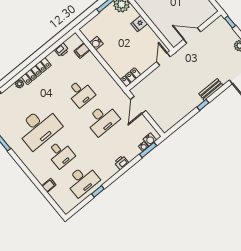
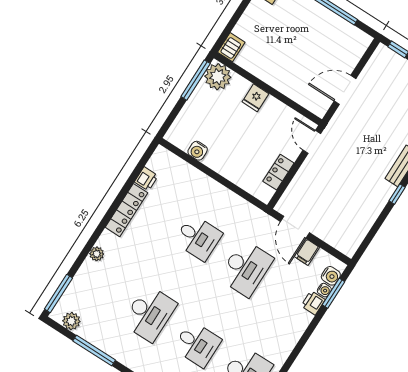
filing cabinet: (82, 51) -> (307, 252), moved
locker: (36, 71) -> (127, 210), moved
locker: (131, 77) -> (278, 172), moved
desk: (39, 128) -> (149, 313), width x0.73, depth x0.77
printer: (121, 163) -> (313, 303), moved

